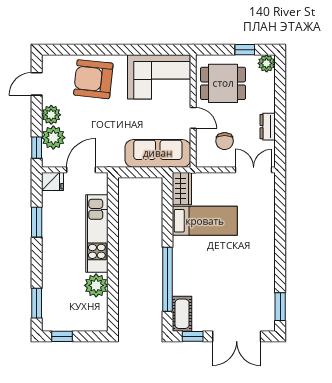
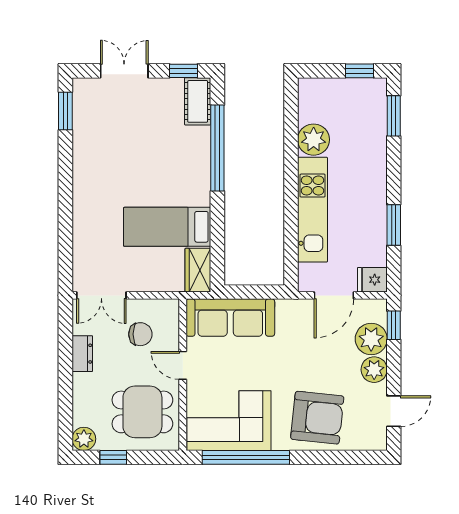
window: (146, 50) -> (246, 457), added
chair: (225, 141) -> (140, 334), turned 90
double door: (237, 336) -> (124, 71), width x0.73

